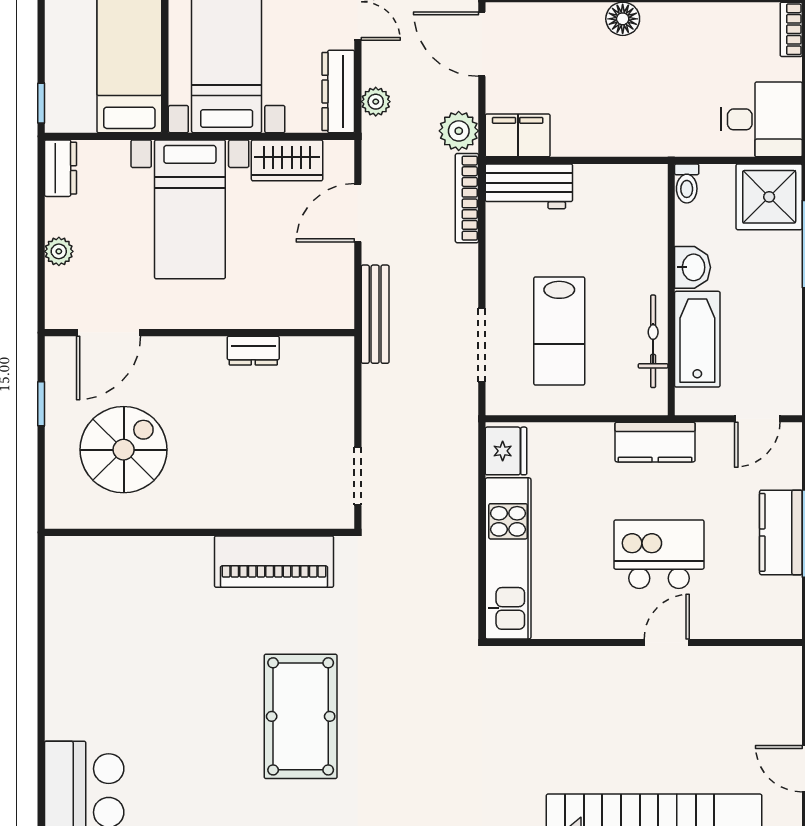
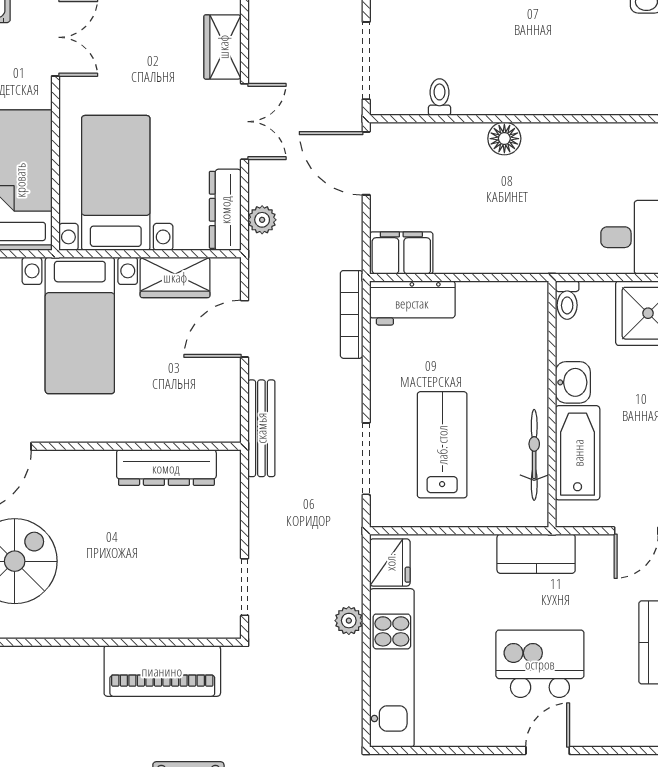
plant: (459, 131) -> (349, 621), moved, width x0.73, depth x0.73
lab bench: (559, 331) -> (442, 445), turned 180
dresser: (253, 351) -> (166, 468), width x1.96, depth x1.24

